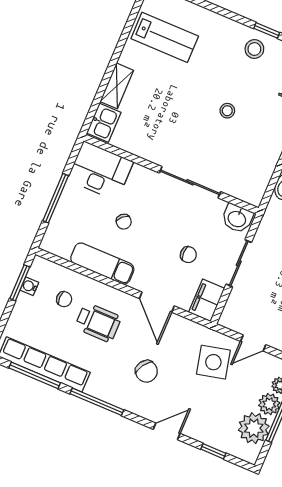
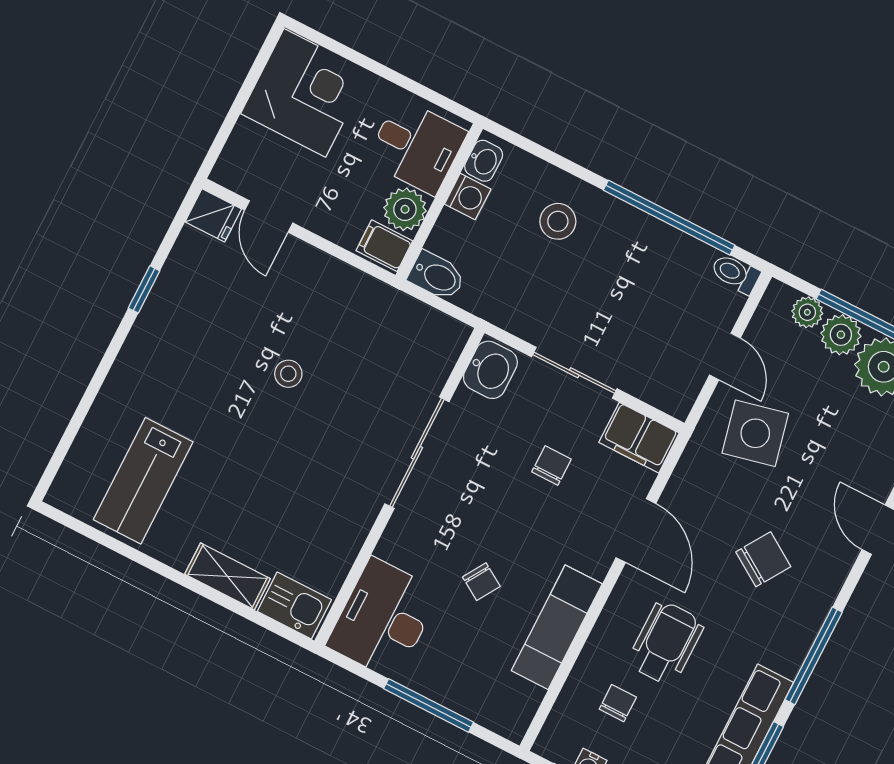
lab bench: (165, 37) -> (143, 481), turned 180
stool: (254, 49) -> (177, 315), removed
chair: (124, 222) -> (481, 582), turned 75
door: (157, 302) -> (636, 531), hinge flipped

